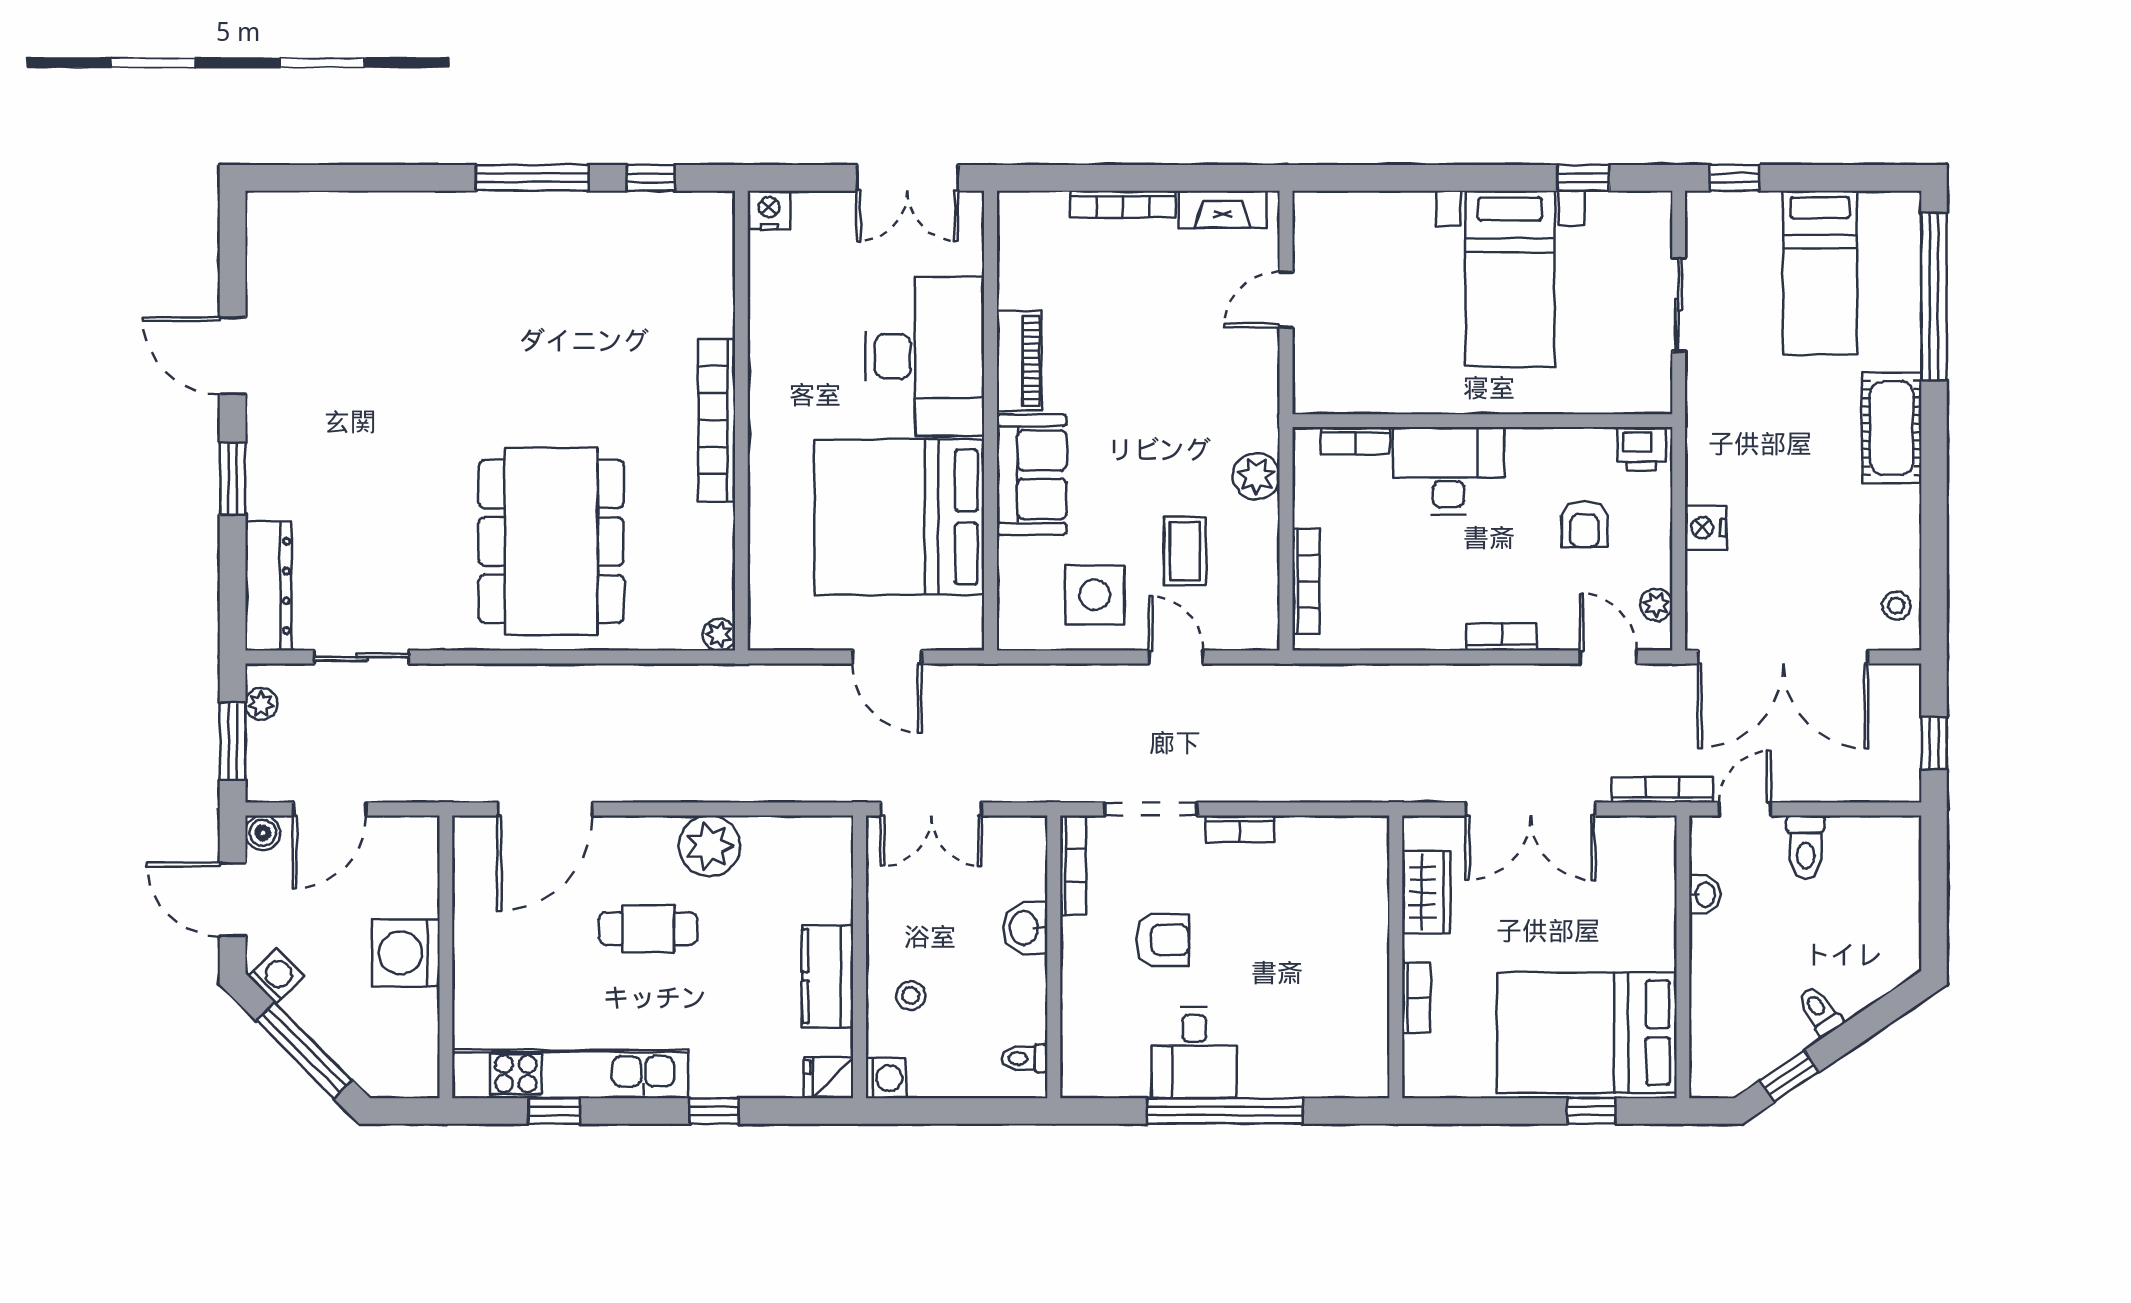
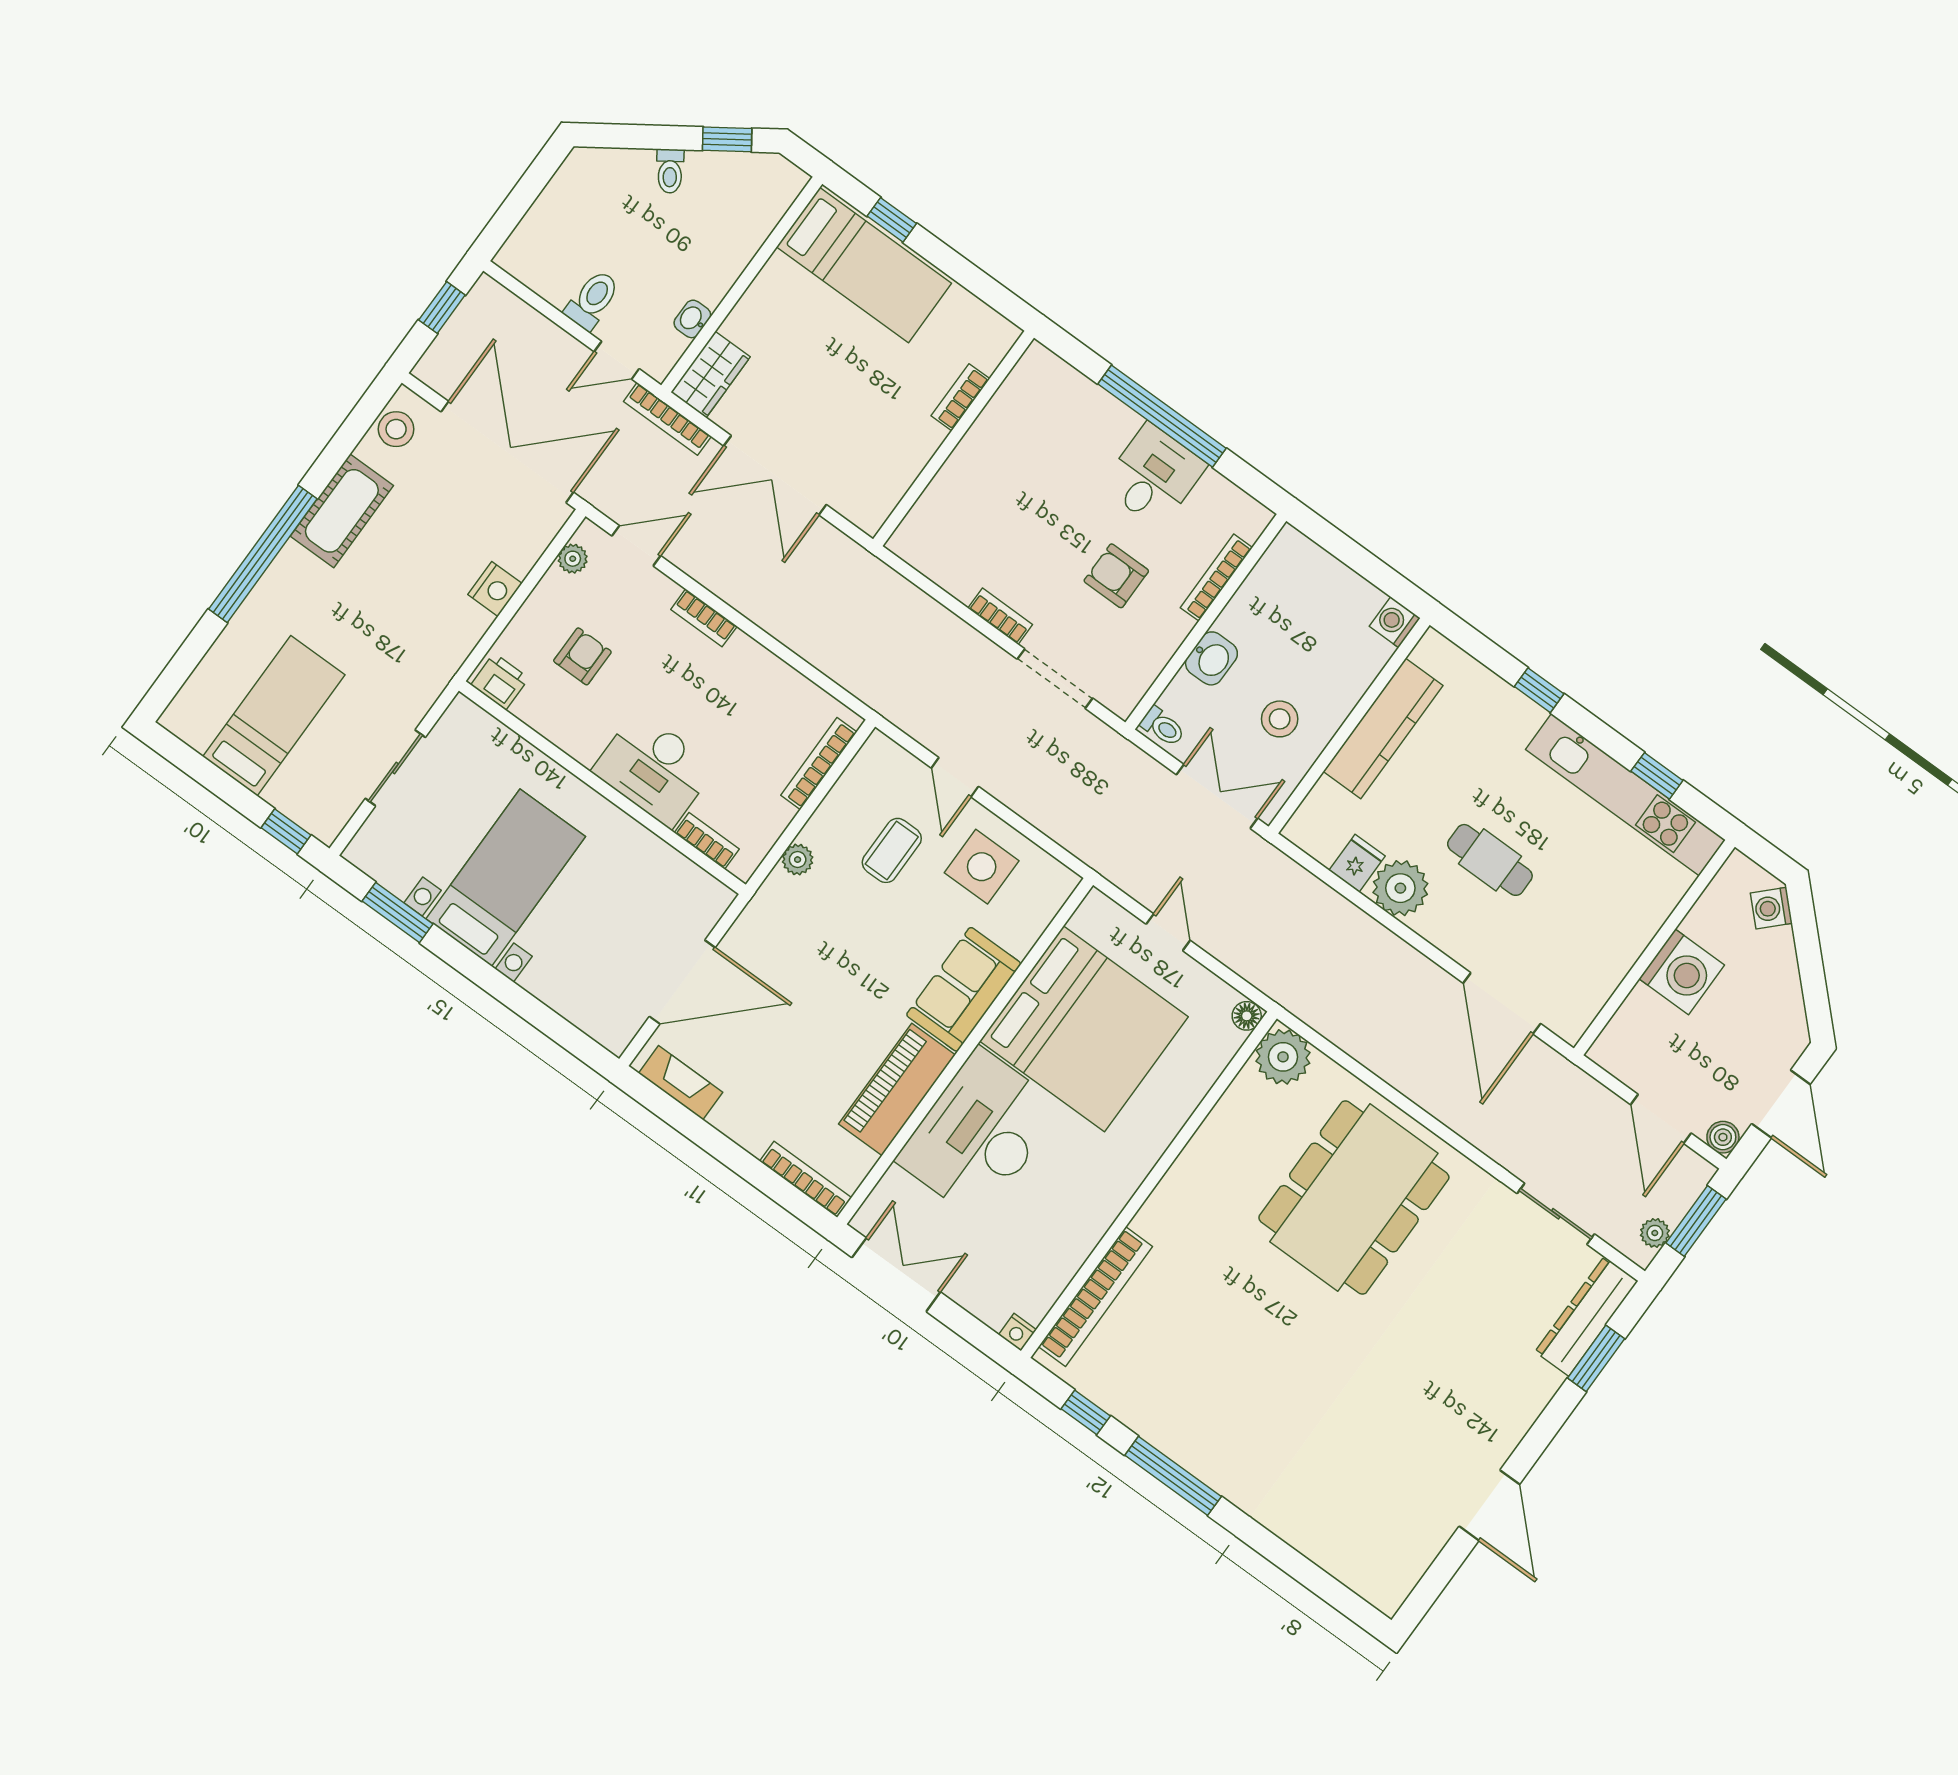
window: (1583, 178) -> (398, 912), width x1.50
bookcase: (1123, 204) -> (806, 1179), moved
nightstand: (769, 210) -> (1017, 1332), width x0.72, depth x0.74
window: (1934, 296) -> (263, 554), moved
door: (1286, 300) -> (682, 982), width x1.88
piano: (1019, 361) -> (897, 1089), width x1.37, depth x1.33
bookcase: (717, 420) -> (1096, 1297), moved
cot: (1892, 428) -> (342, 511), moved
plant: (1256, 476) -> (798, 860), width x0.73, depth x0.73
window: (233, 479) -> (1596, 1358), moved
stool: (1896, 606) -> (396, 429), width x1.37, depth x1.37
floor lamp: (763, 633) -> (1247, 1016), added
plant: (719, 635) -> (1283, 1057), width x1.88, depth x1.88
door: (887, 657) -> (1168, 932), width x0.73
door: (1608, 657) -> (636, 546), swing flipped
door: (330, 809) -> (1661, 1119), swing flipped
door: (545, 809) -> (1502, 1003), swing flipped
double door: (1530, 809) -> (775, 475), swing flipped
bookcase: (1073, 865) -> (1216, 578), moved
wardrobe: (1426, 892) -> (711, 375), moved, turned 180
washing machine: (276, 976) -> (1771, 908), moved
kitchen counter: (828, 976) -> (1383, 728), width x1.50
stool: (911, 996) -> (1280, 719), moved, width x1.37, depth x1.37
bed: (1587, 1033) -> (864, 265), width x0.67
window: (304, 1050) -> (1809, 954), removed
toilet: (1024, 1058) -> (1163, 727), moved
fridge: (829, 1078) -> (1357, 863), moved, turned -90

